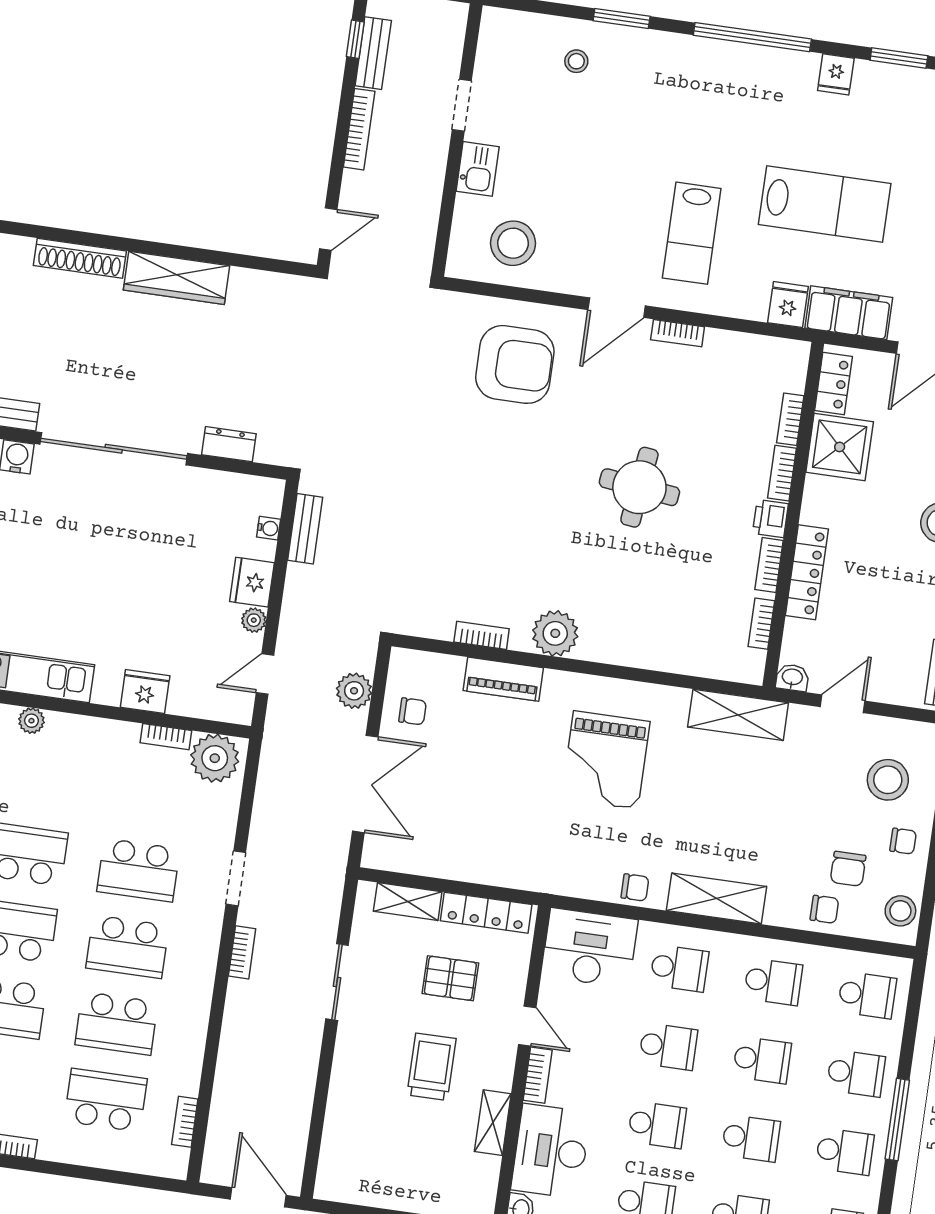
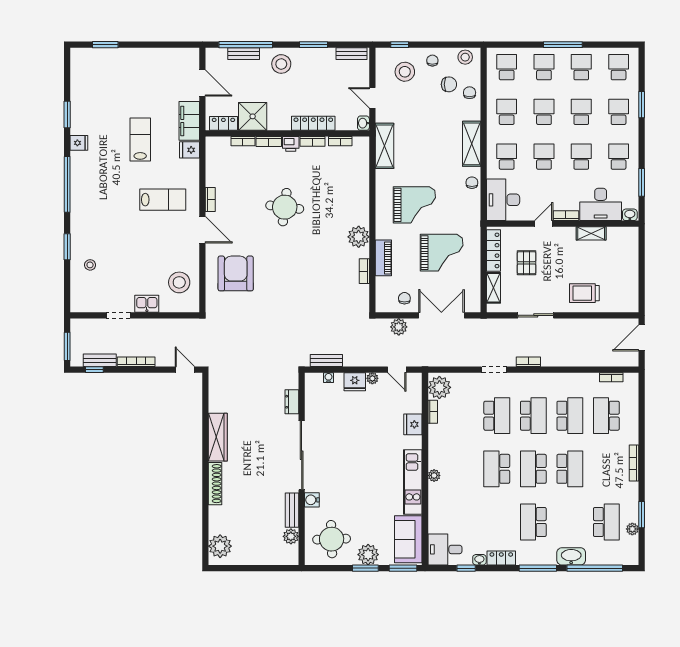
lab bench: (825, 204) -> (140, 139), width x0.73, depth x0.72
grand piano: (497, 803) -> (442, 253), added
trolley: (432, 1067) -> (584, 293), moved

